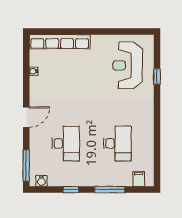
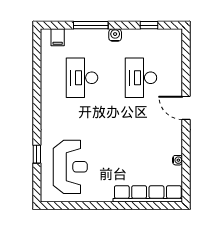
door: (26, 117) -> (186, 108), hinge flipped
window: (26, 165) -> (186, 53), removed
water cooler: (41, 181) -> (115, 35), moved
window: (71, 190) -> (149, 25), moved

